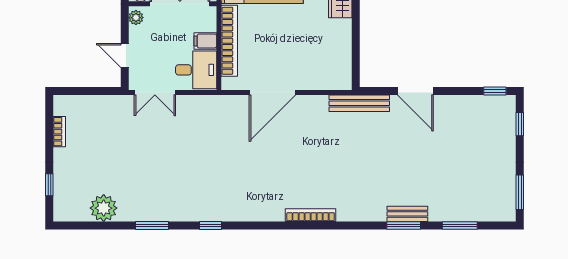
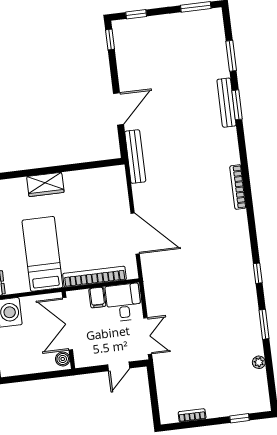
plant: (136, 18) -> (84, 361), removed
plant: (104, 208) -> (259, 362), width x0.53, depth x0.53
bench: (407, 214) -> (227, 103), width x1.36

